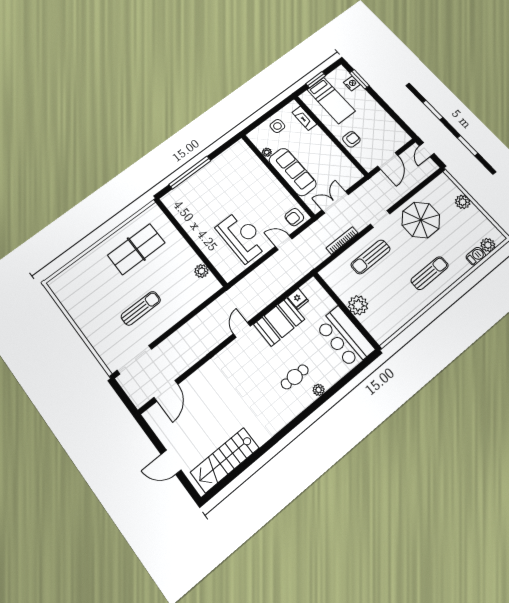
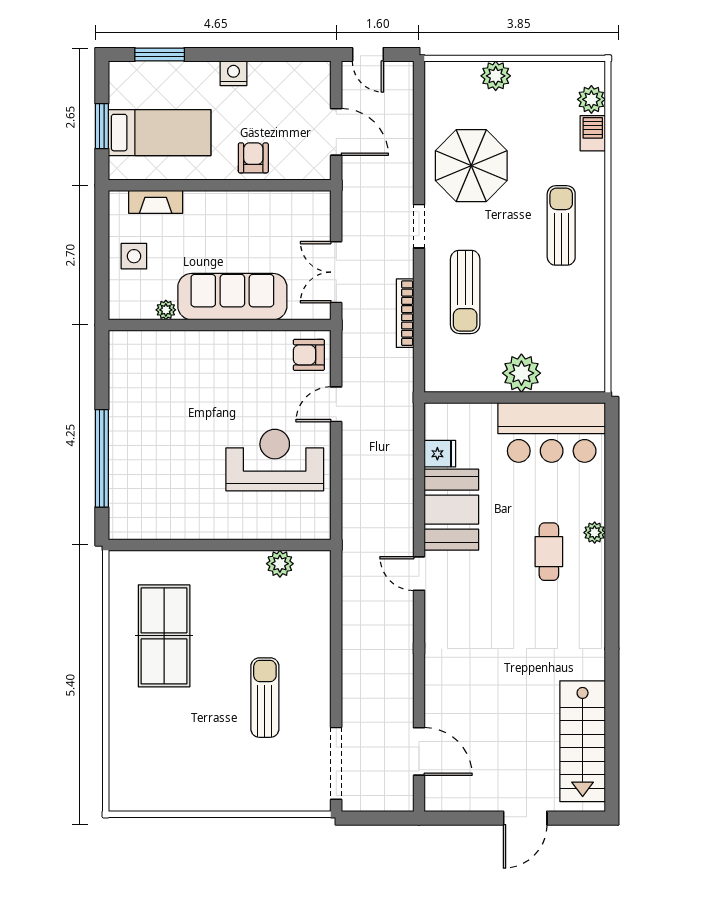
nightstand: (352, 83) -> (233, 73), moved
armchair: (294, 217) -> (309, 355), turned 90

